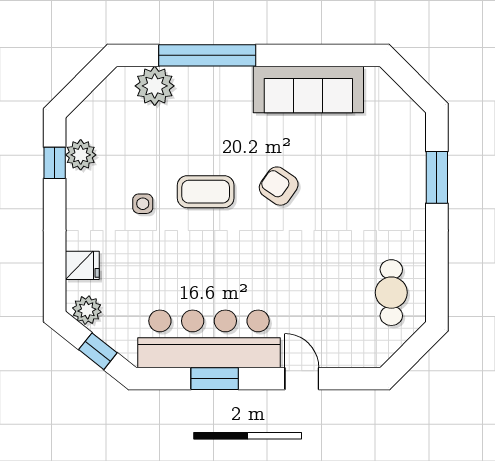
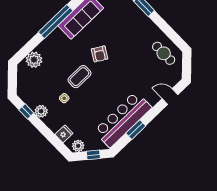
window: (207, 55) -> (56, 21), moved
plant: (81, 155) -> (41, 111), moved
armchair: (279, 186) -> (100, 54), turned -94
door: (302, 379) -> (170, 97), moved

